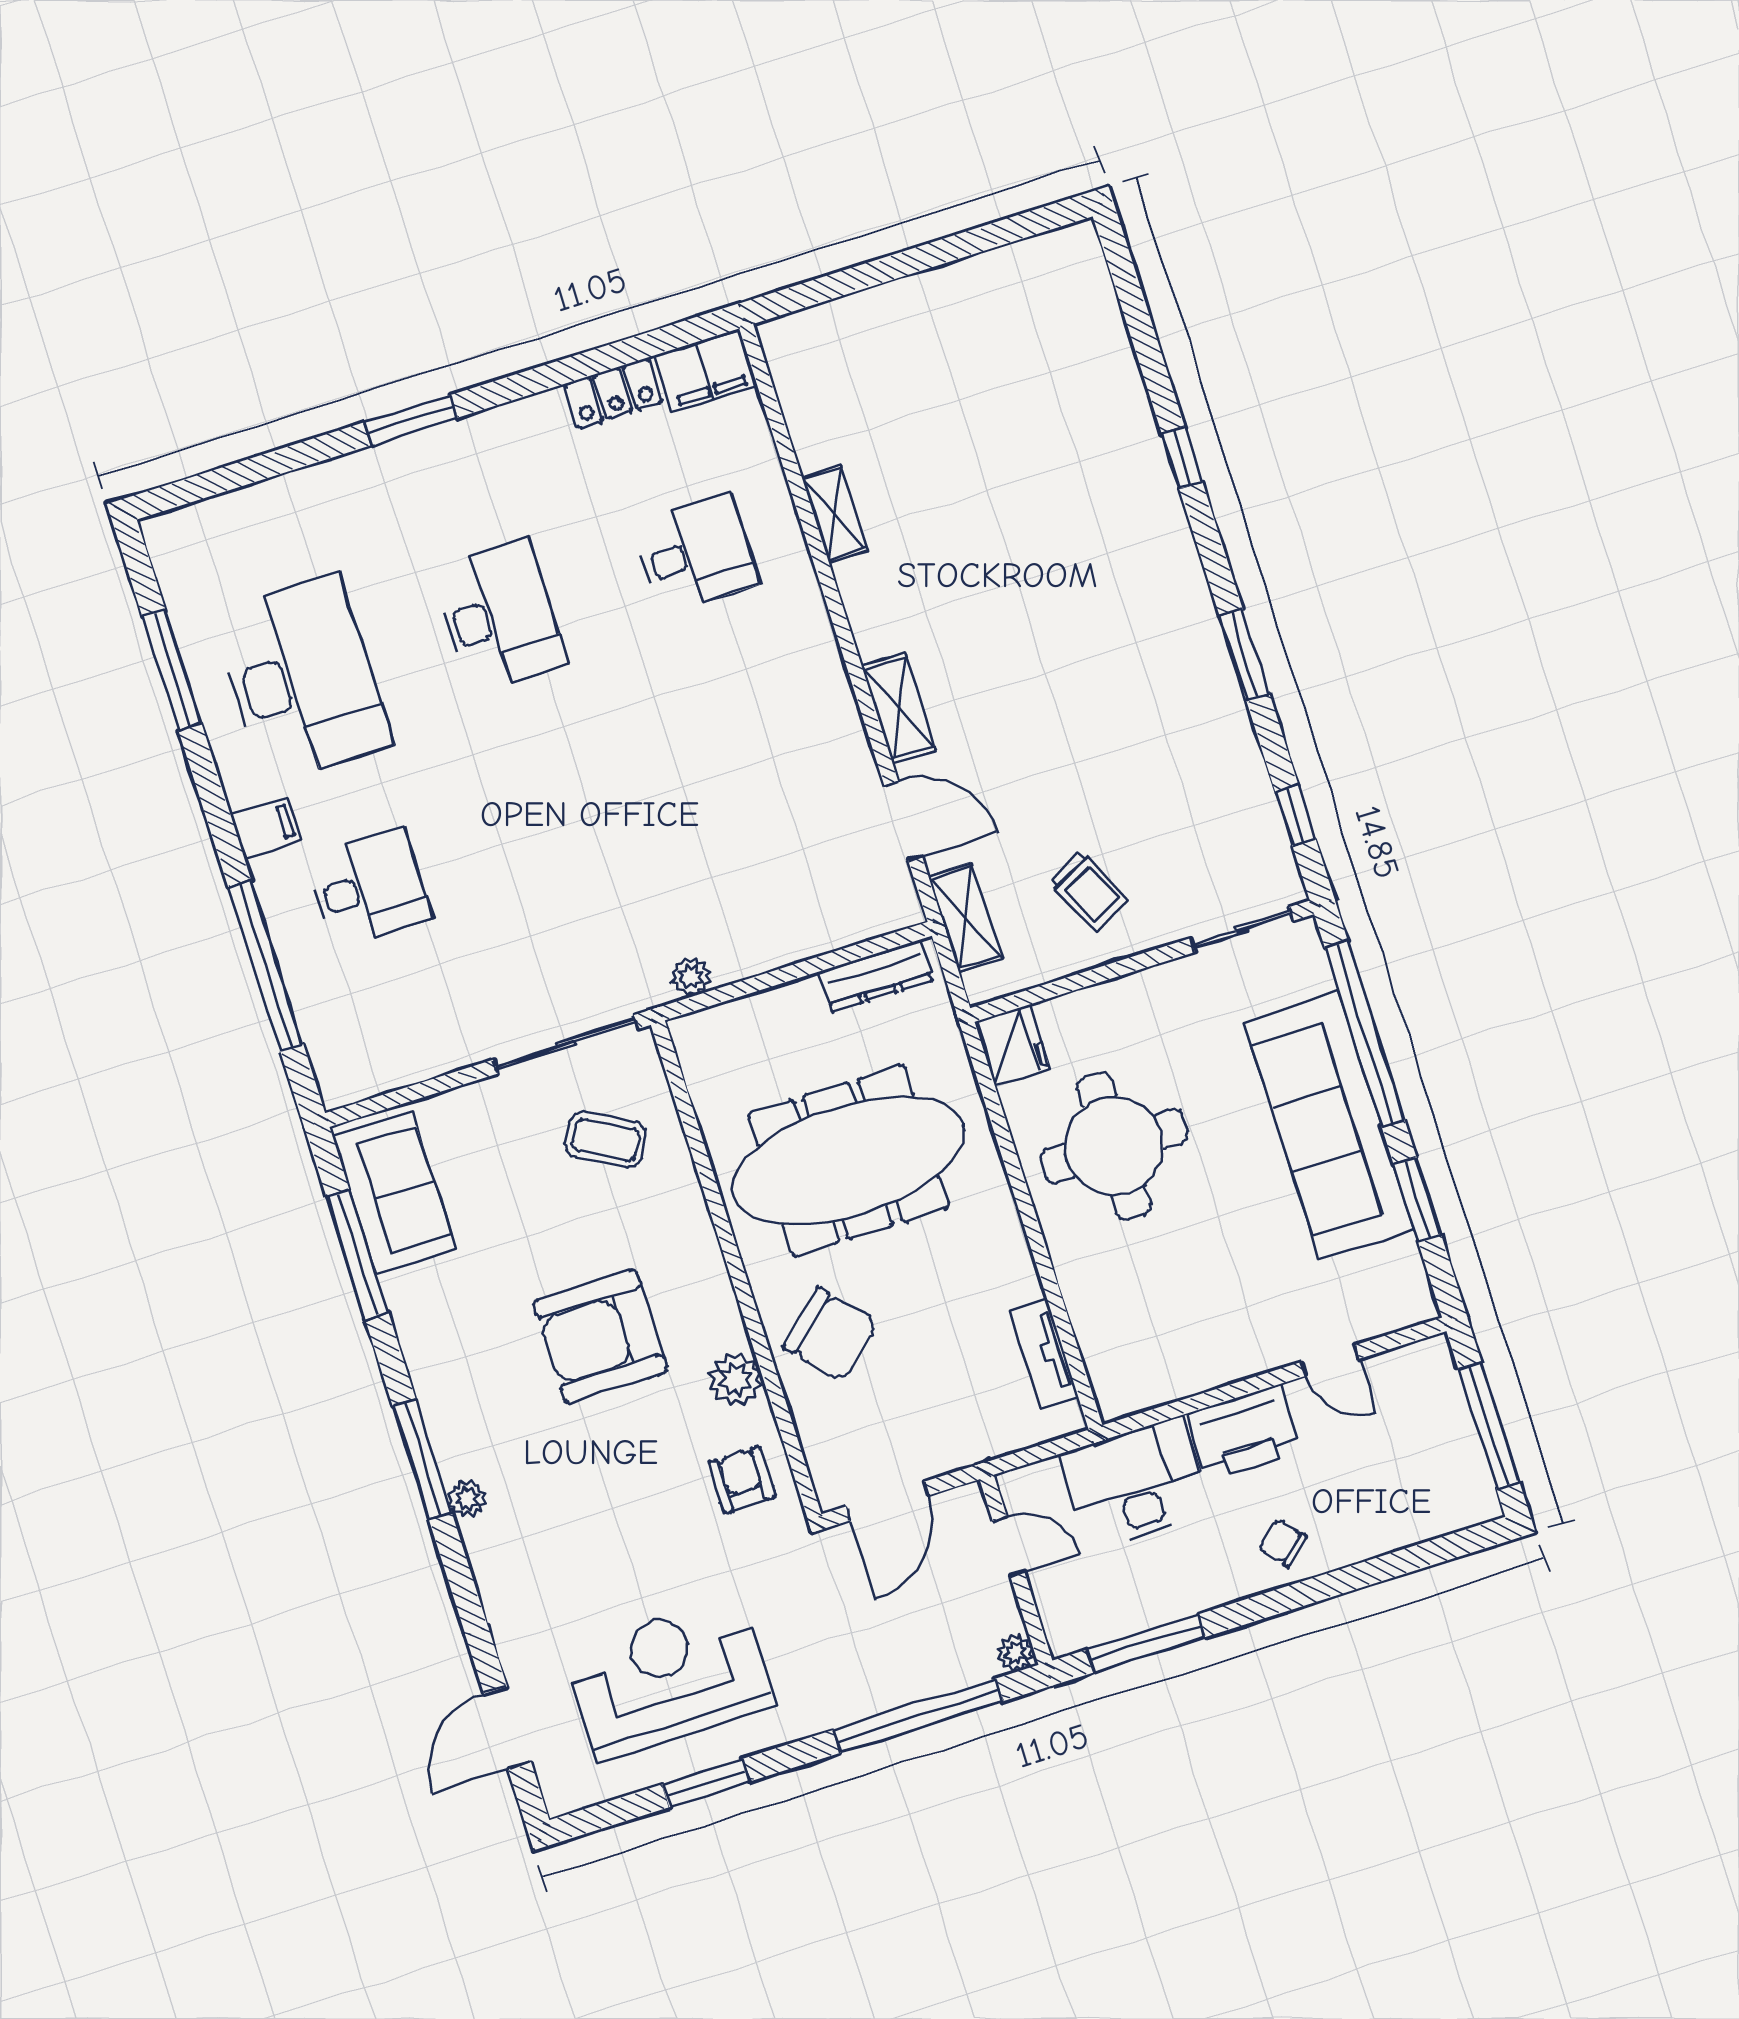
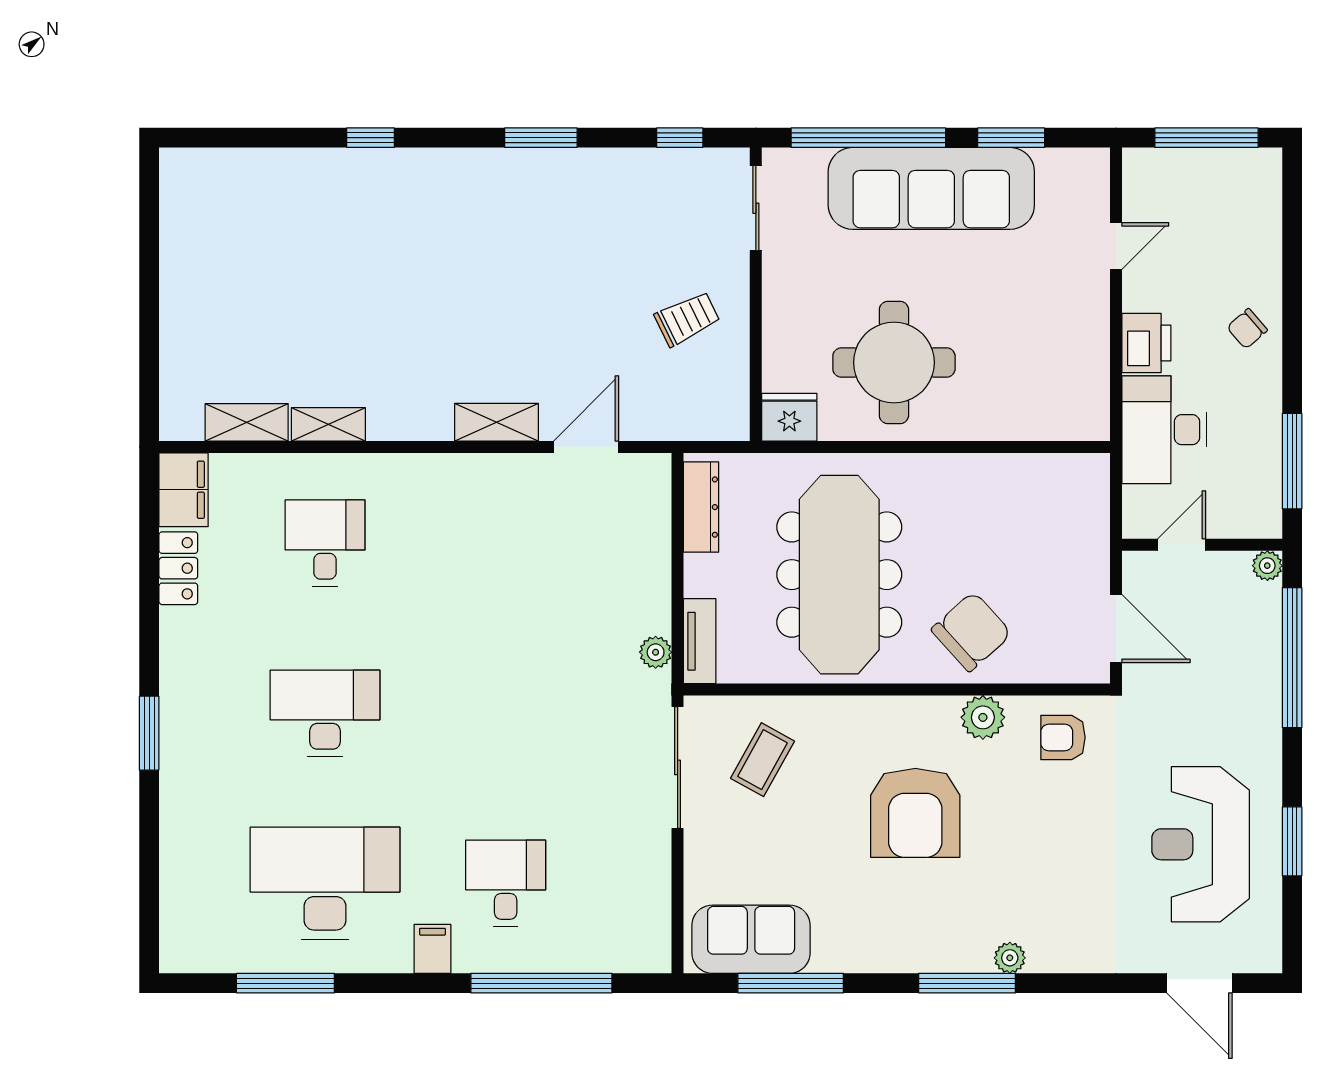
shelving: (965, 917) -> (247, 422), moved
tv unit: (1044, 1354) -> (700, 641), moved, turned -90
printer: (1244, 1433) -> (1146, 343), width x0.73, depth x0.84

